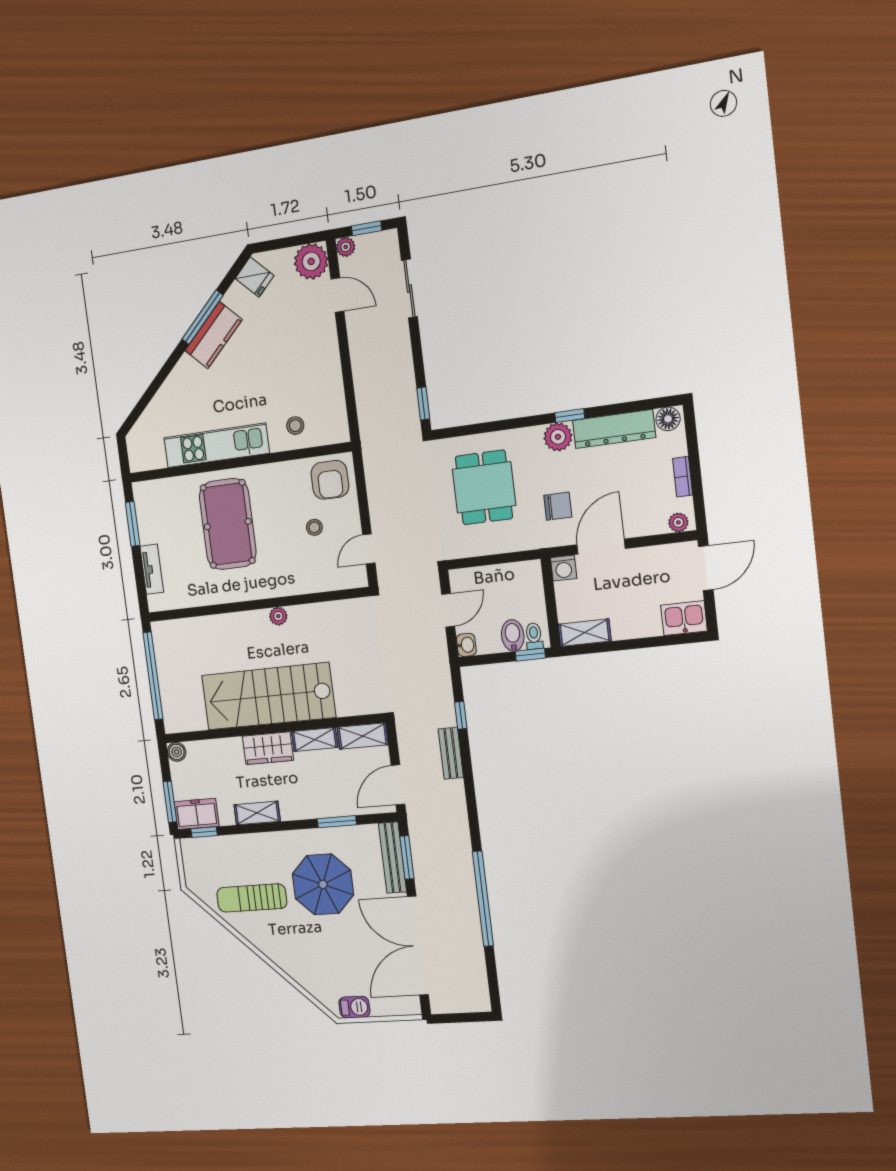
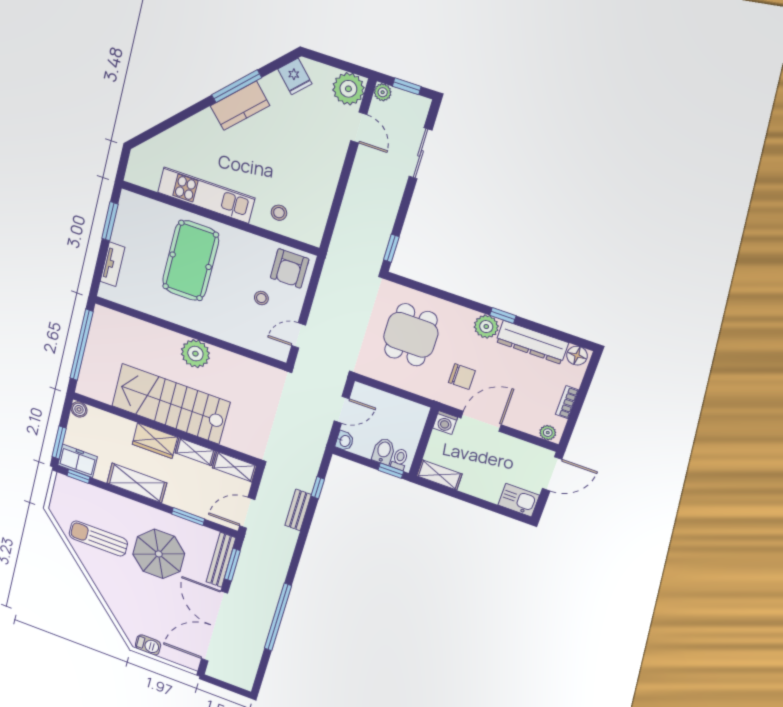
plant: (278, 616) -> (195, 354), width x1.88, depth x1.88
shelving: (257, 813) -> (137, 483), width x1.50, depth x1.33

